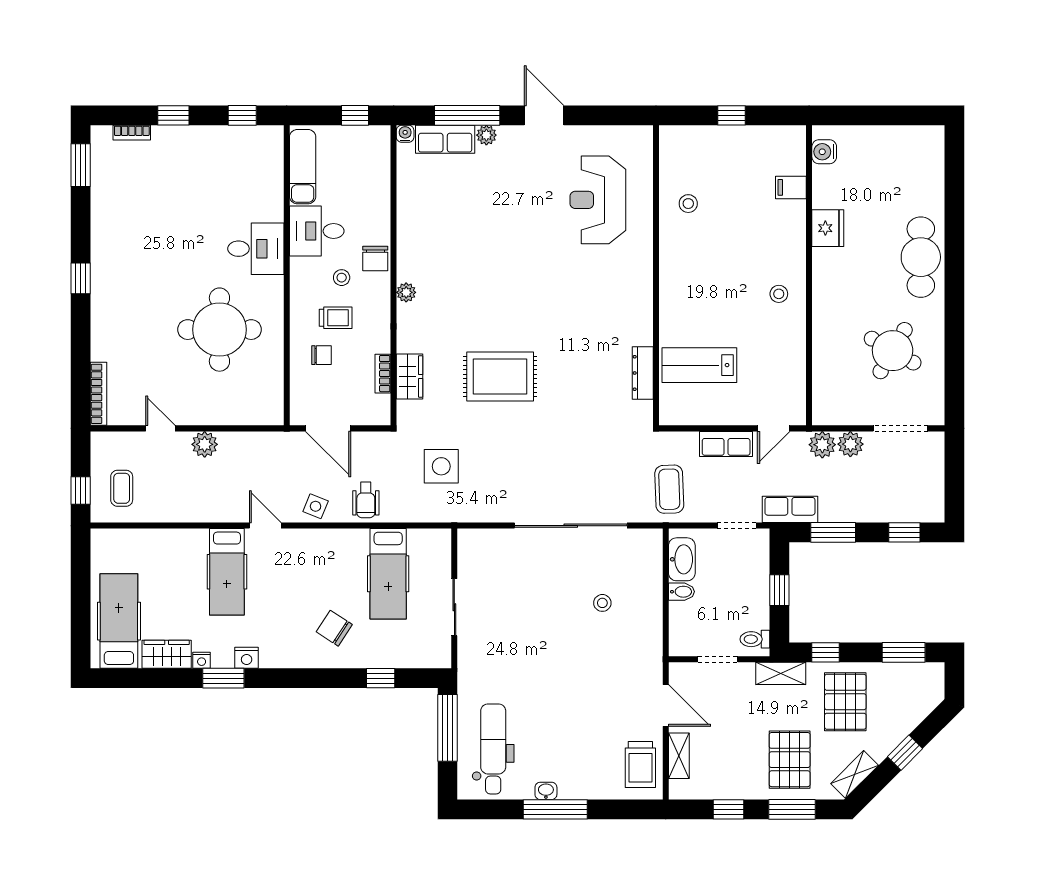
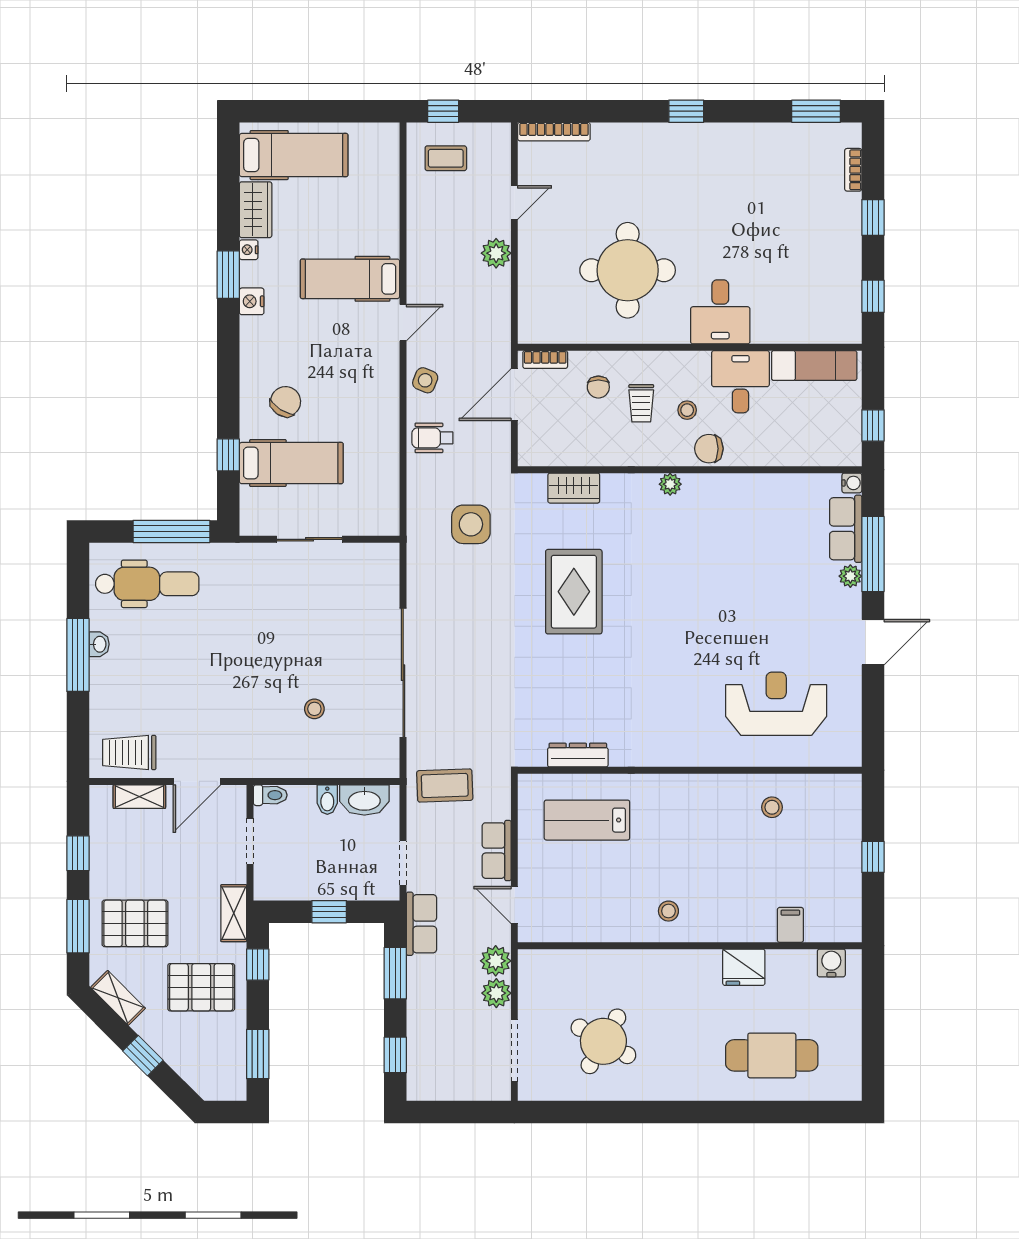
cafe table: (921, 257) -> (772, 1055), moved
lab bench: (699, 365) -> (587, 820), turned -90
bookcase: (383, 374) -> (545, 360), moved, turned 180
hospital bed: (388, 574) -> (291, 463), moved, turned 180
toilet: (755, 639) -> (270, 795), moved, turned 90

